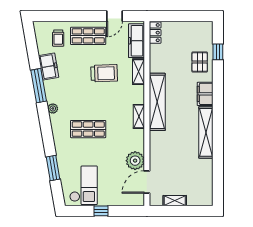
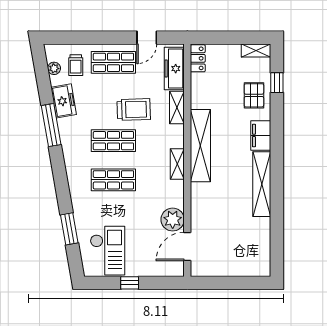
shop shelf: (88, 98) -> (113, 141), added
plant: (53, 108) -> (54, 68), moved
shelving: (175, 201) -> (256, 51), moved

